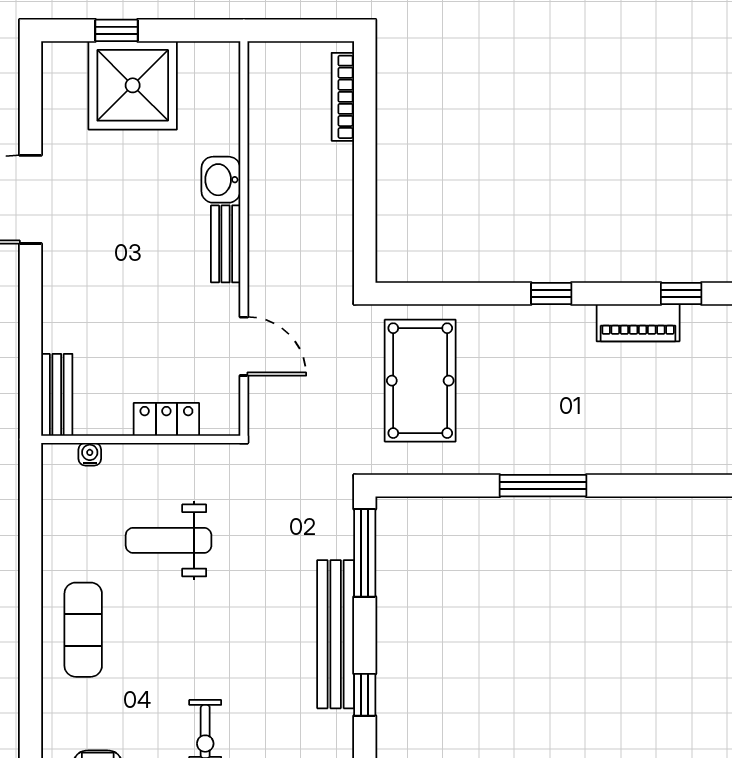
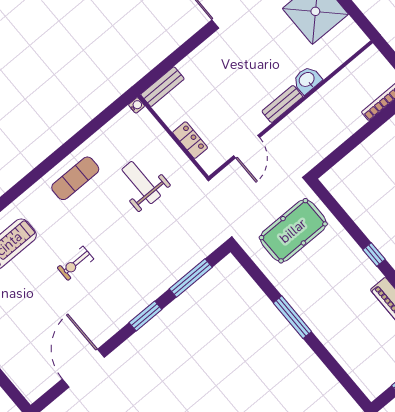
water cooler: (90, 454) -> (137, 105), moved
window: (365, 553) -> (191, 278), moved
bench: (336, 634) -> (160, 283), removed
window: (365, 695) -> (145, 316), width x1.50

